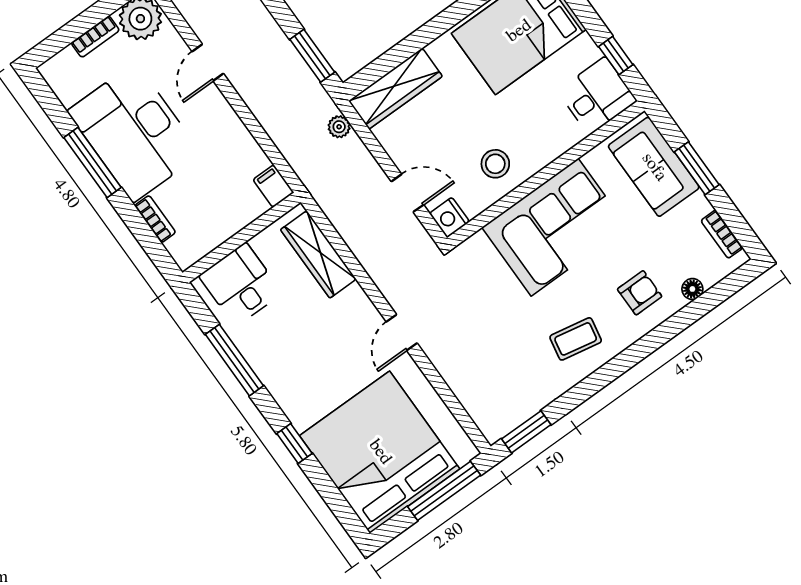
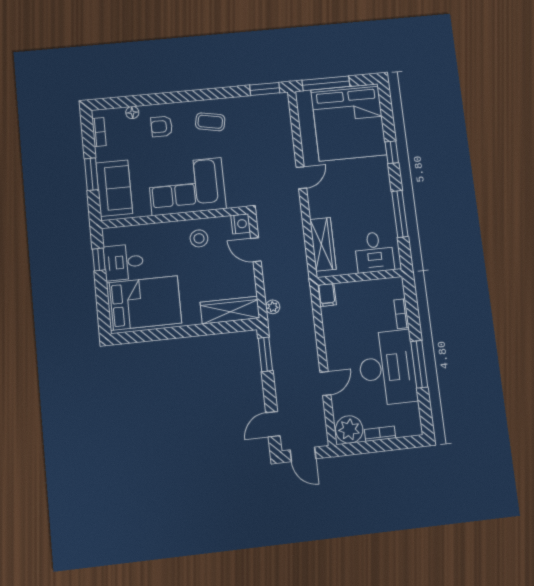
desk: (597, 96) -> (124, 262), moved

